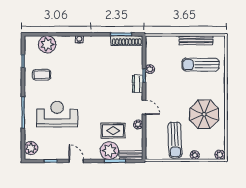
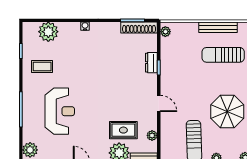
plant: (150, 69) -> (165, 32), moved
dresser: (138, 84) -> (151, 63), moved
reception desk: (57, 114) -> (60, 111), turned 90
plant: (138, 125) -> (152, 135), moved

